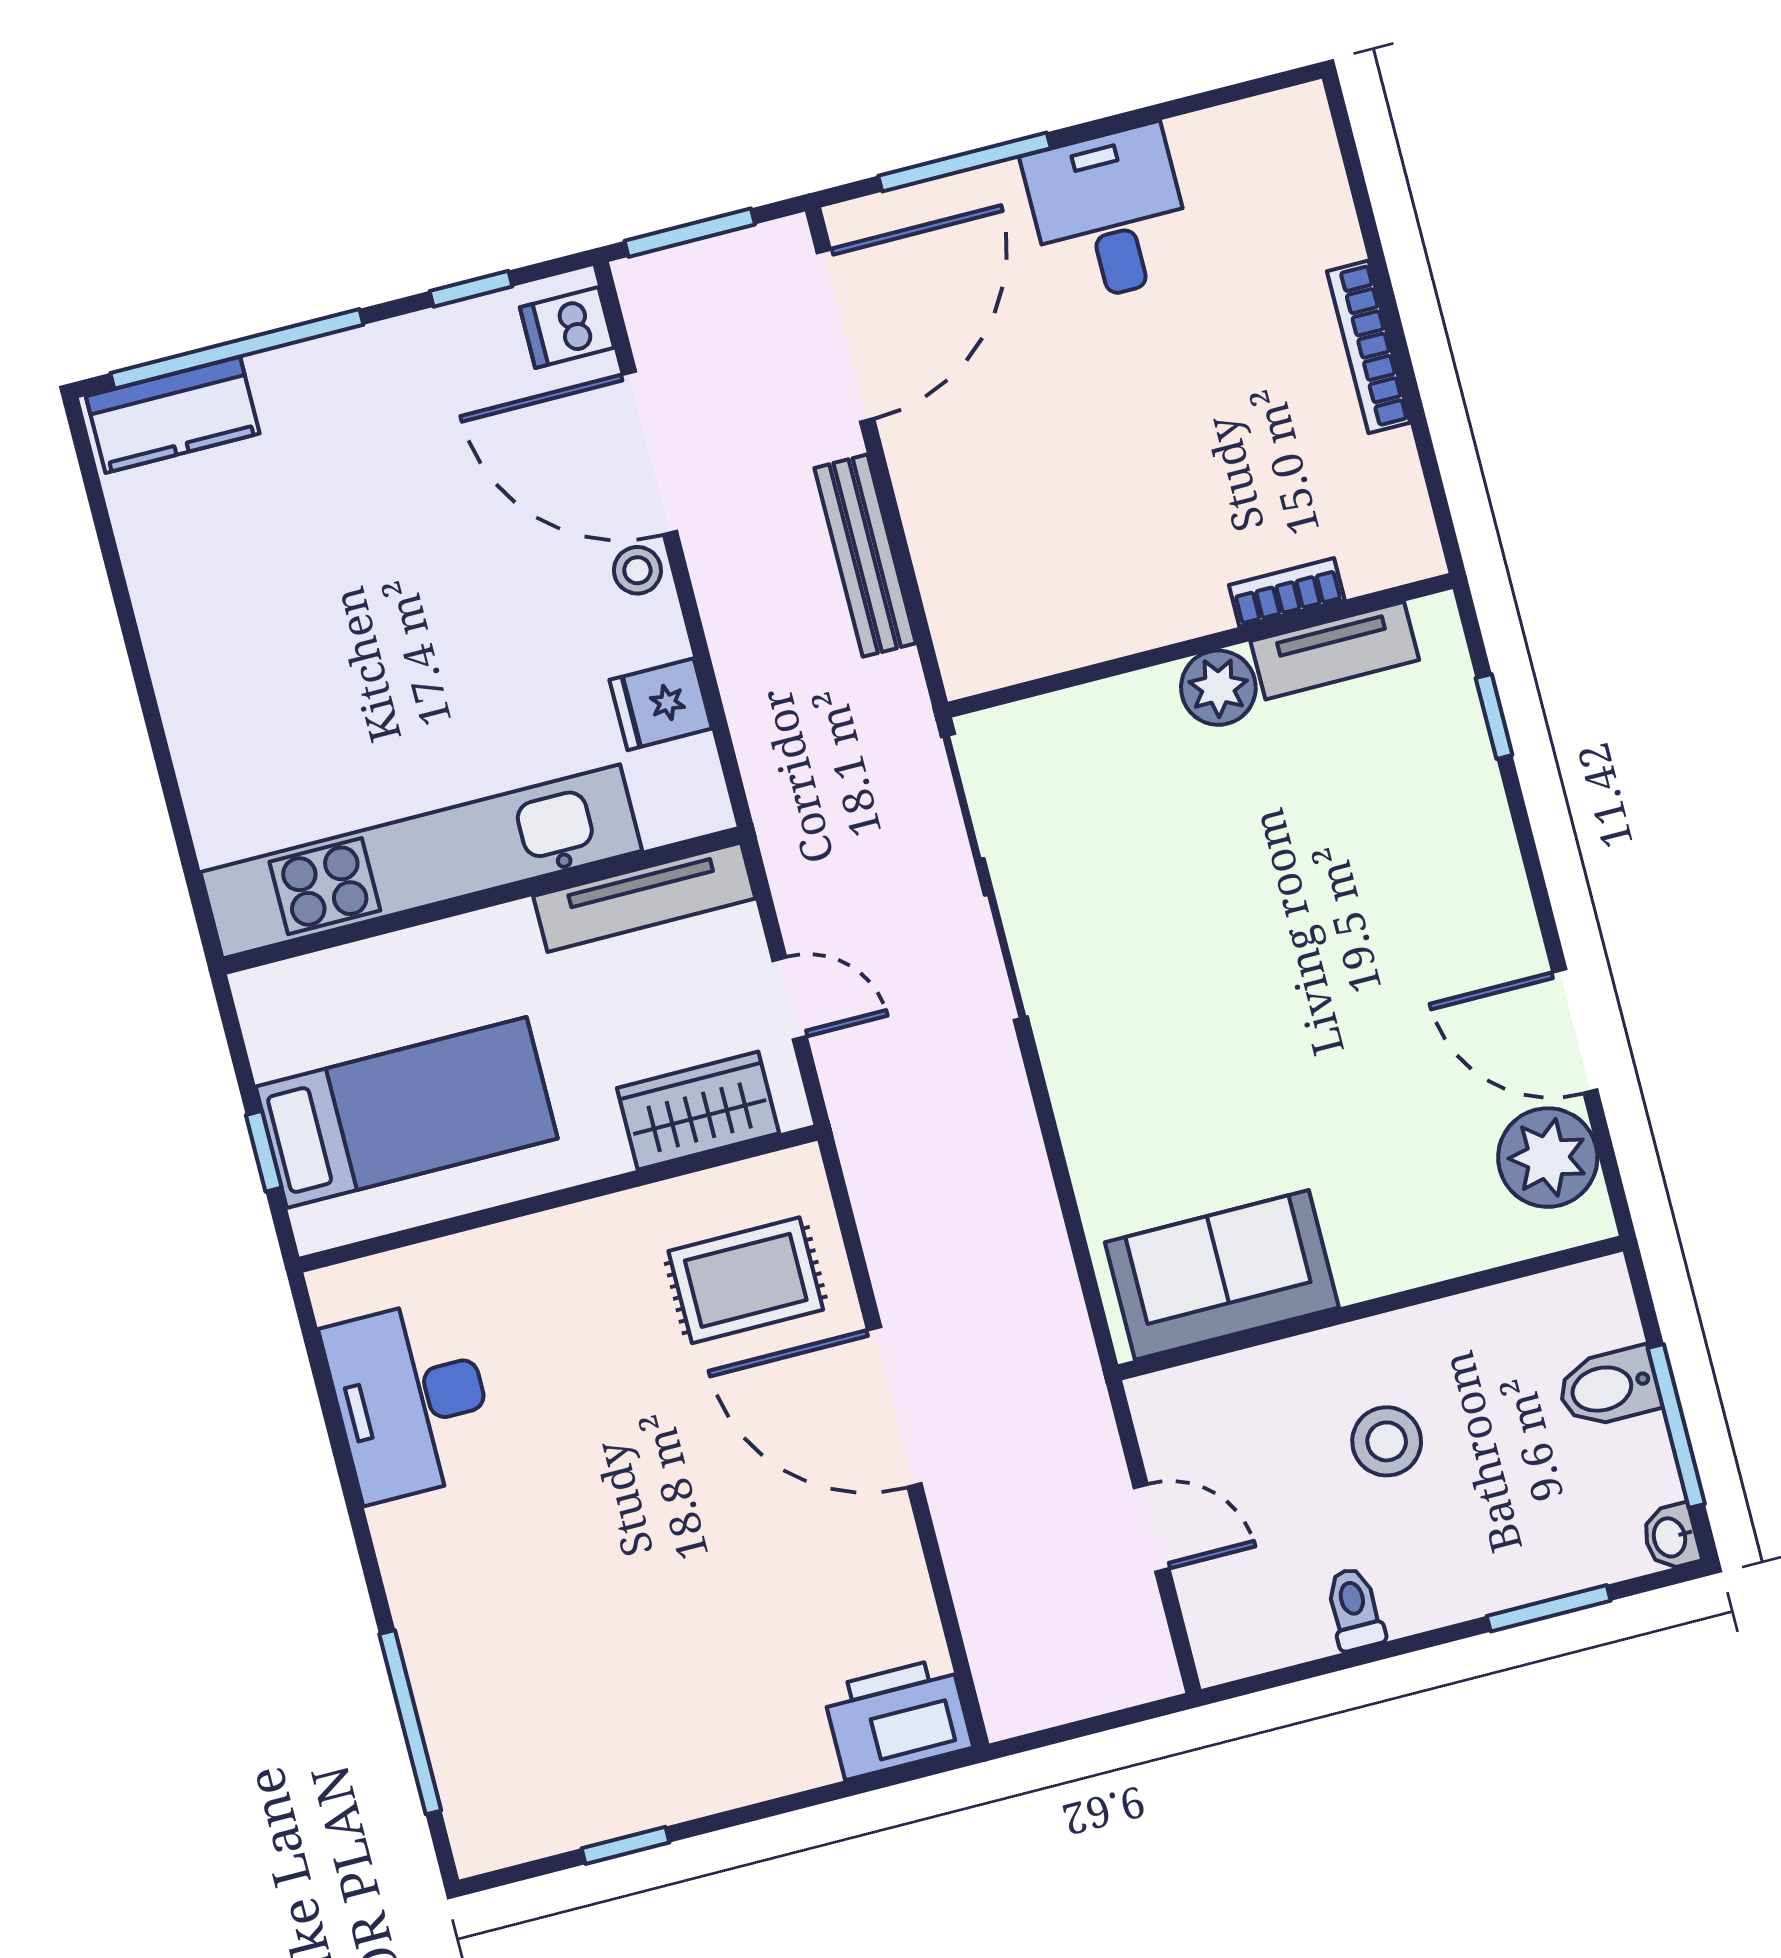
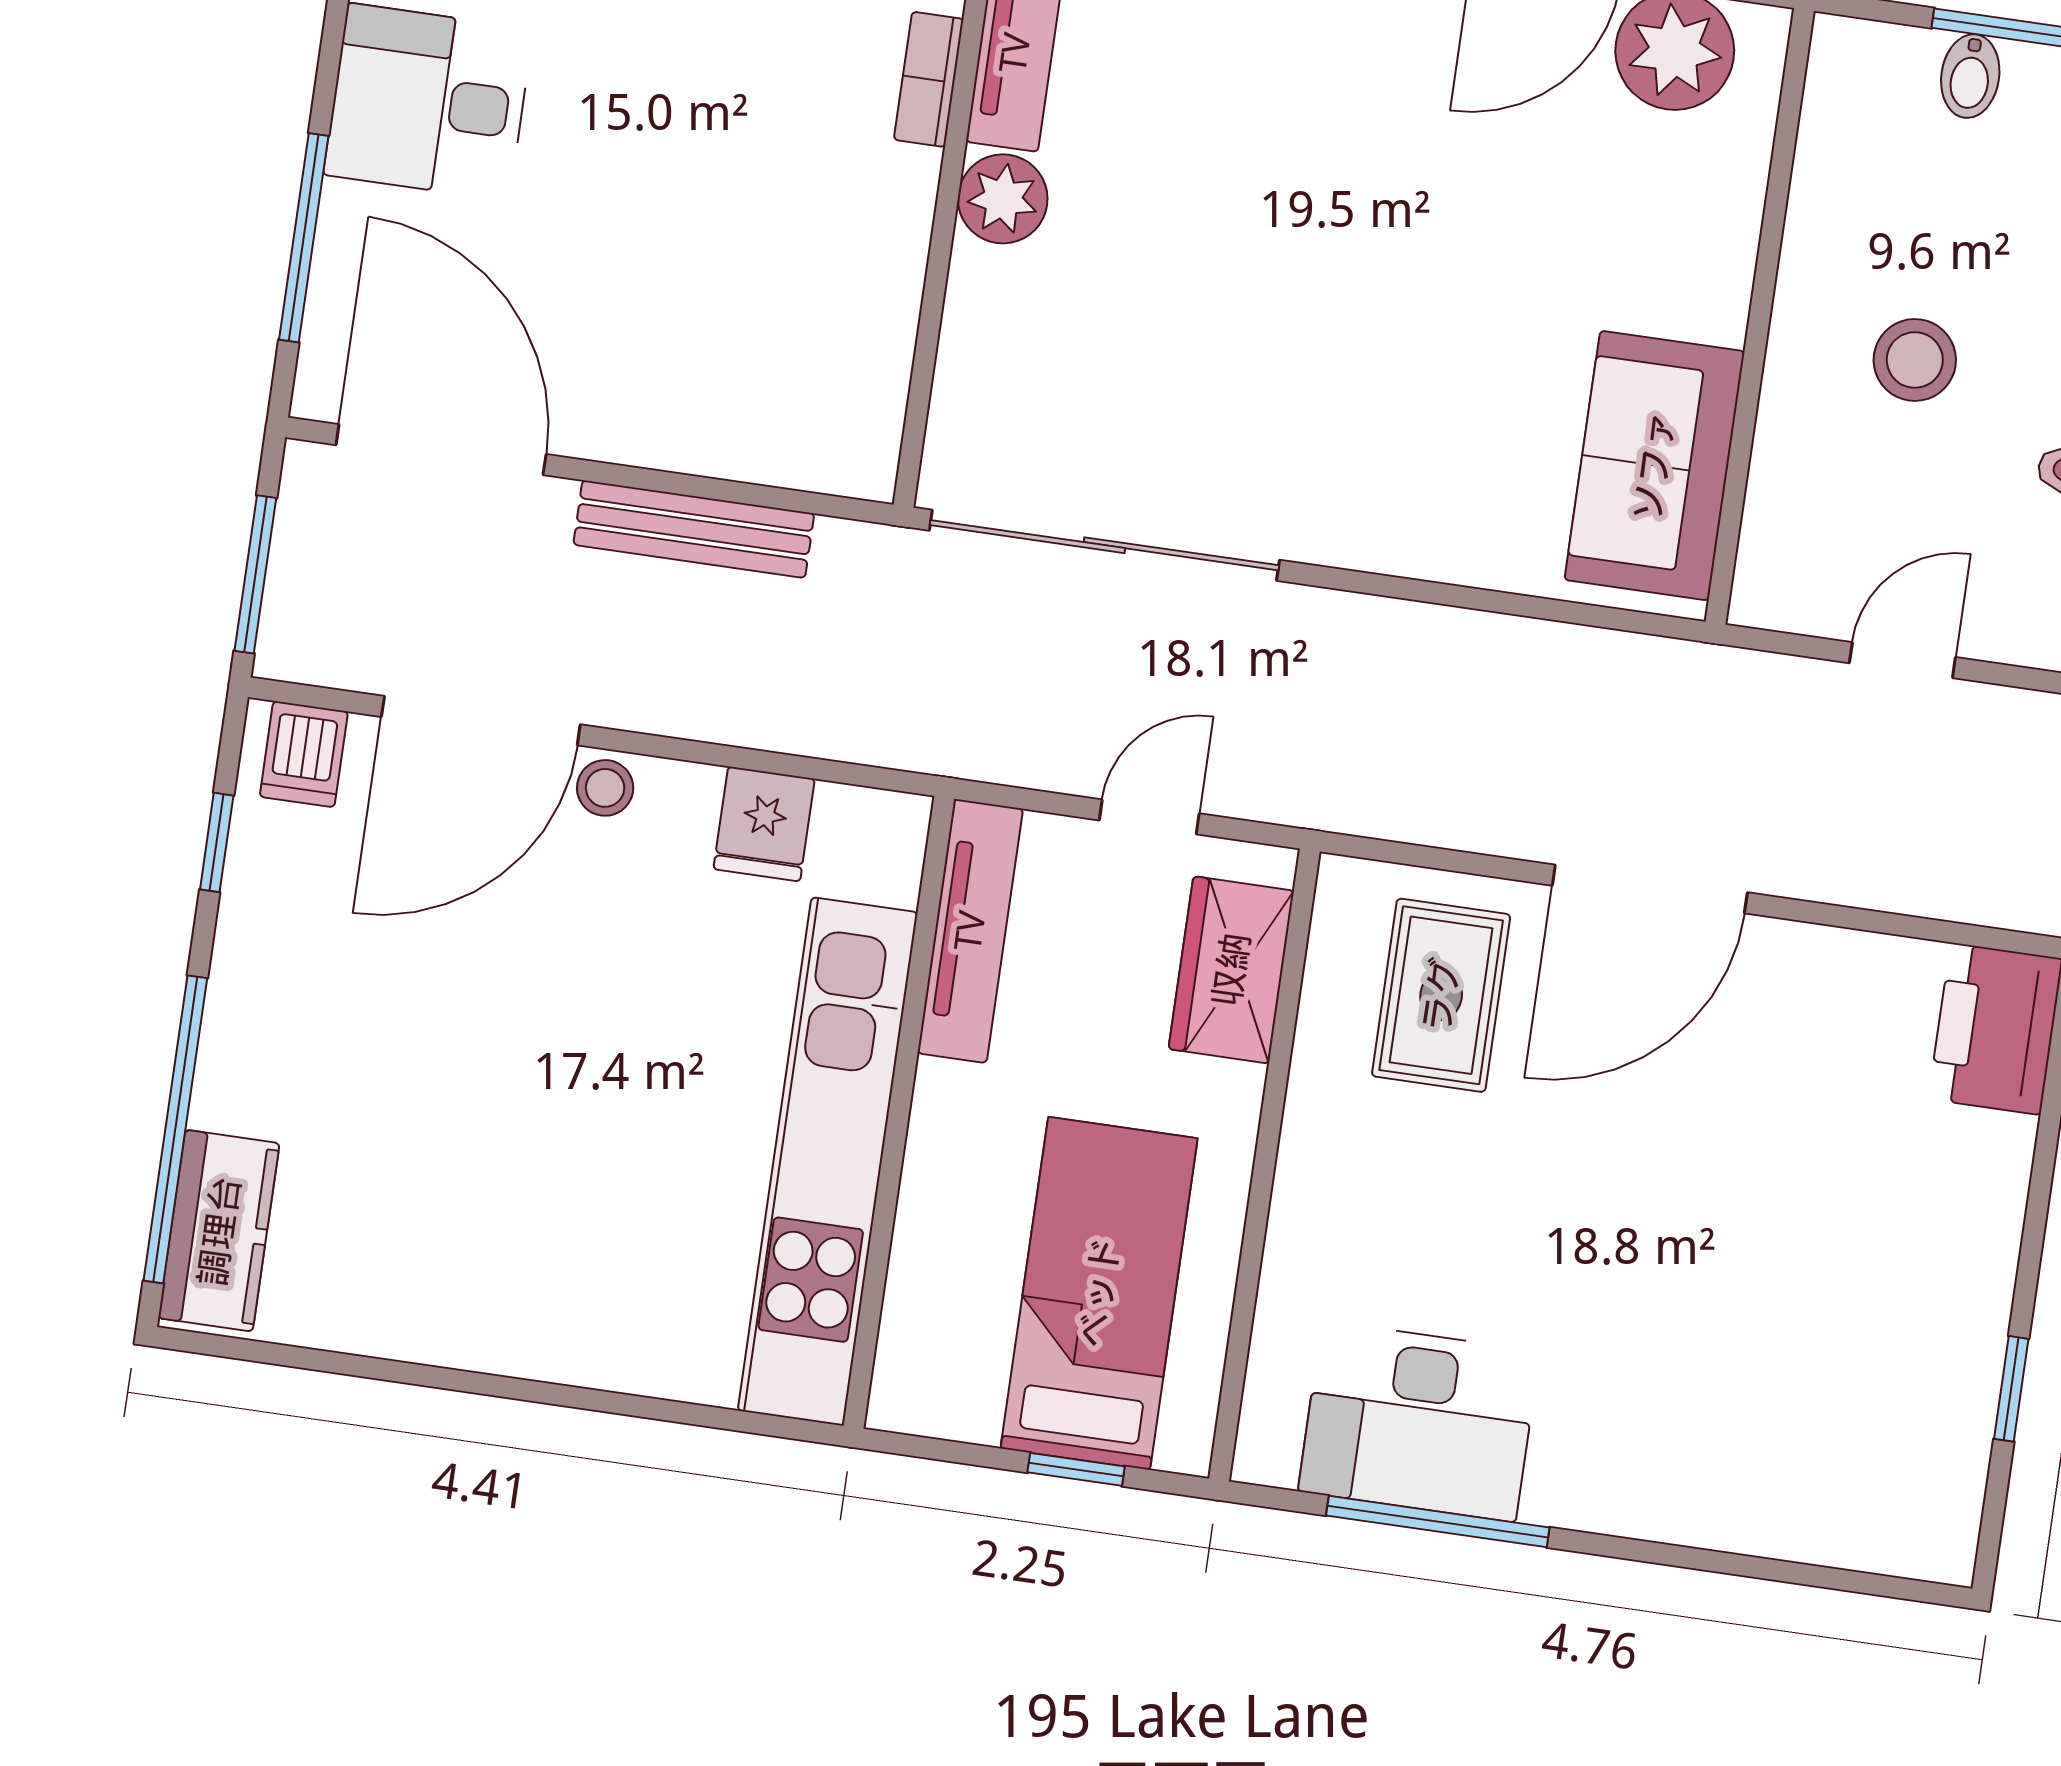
bidet: (1608, 1387) -> (1970, 76), width x0.72, depth x0.74
window: (410, 1722) -> (1438, 1522), moved

